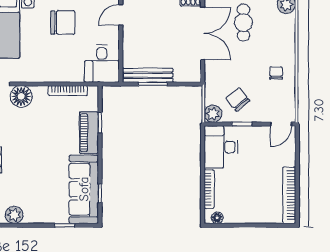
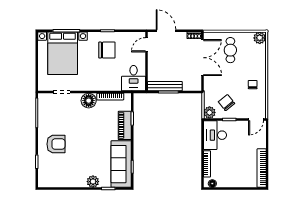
floor lamp: (21, 96) -> (89, 101), moved
plant: (14, 215) -> (93, 182), moved

